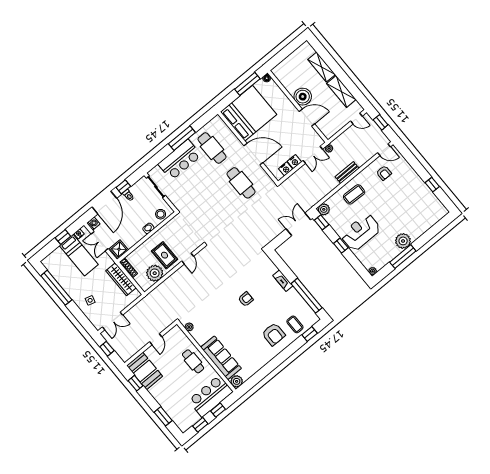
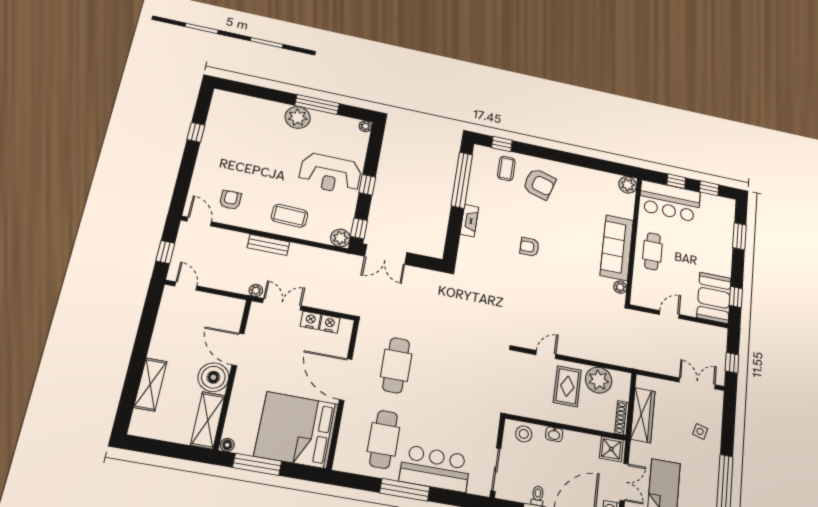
shelving: (341, 91) -> (208, 420), moved
armchair: (274, 334) -> (539, 184), turned 106
sofa: (221, 358) -> (617, 248), moved

